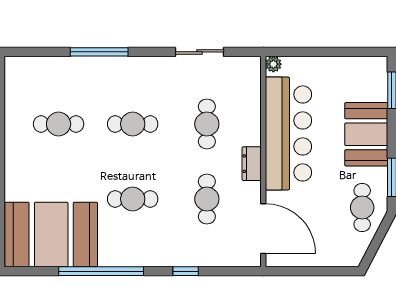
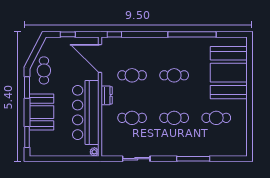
cafe table: (207, 124) -> (132, 118), turned 90
cafe table: (207, 199) -> (132, 75), turned 90
booth: (51, 234) -> (229, 73), moved, turned 90
window: (186, 271) -> (114, 34), moved
window: (320, 271) -> (68, 34), added

